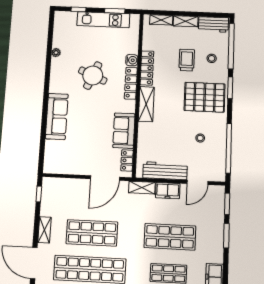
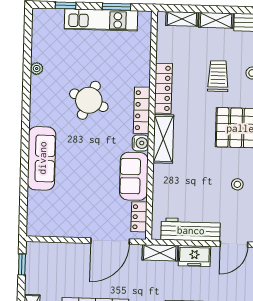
water cooler: (132, 60) -> (140, 143), moved

